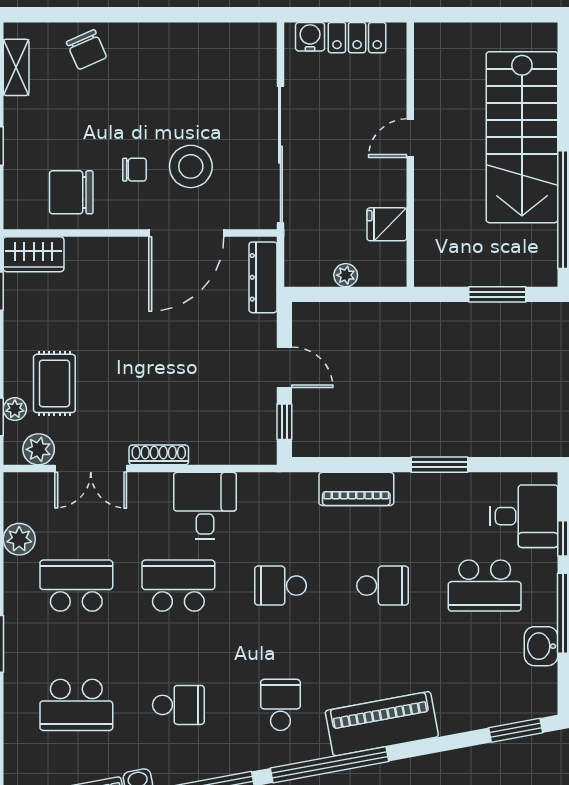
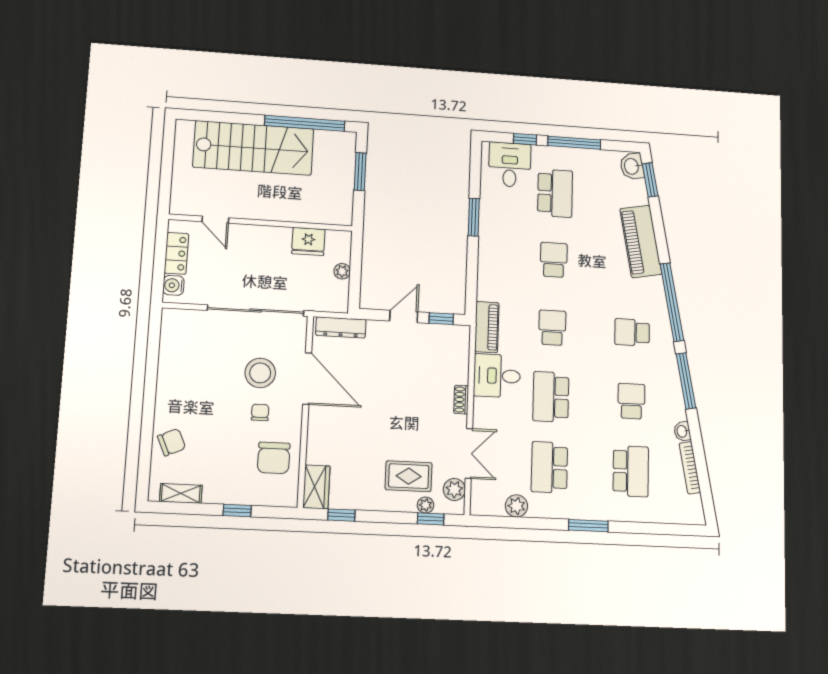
door: (410, 138) -> (215, 220), moved
fridge: (387, 224) -> (308, 241), width x1.38
shoe rack: (159, 455) -> (461, 400), width x0.70
piano: (356, 489) -> (487, 327), moved
school desk: (280, 586) -> (552, 328), turned 180
washbasin: (541, 646) -> (632, 166), moved, turned 80
piano: (382, 724) -> (641, 241), moved

